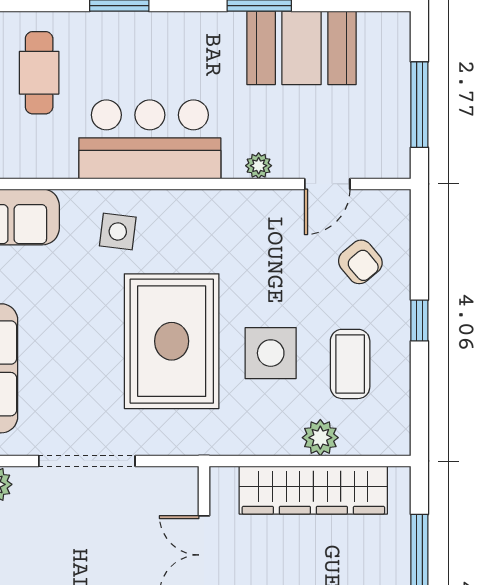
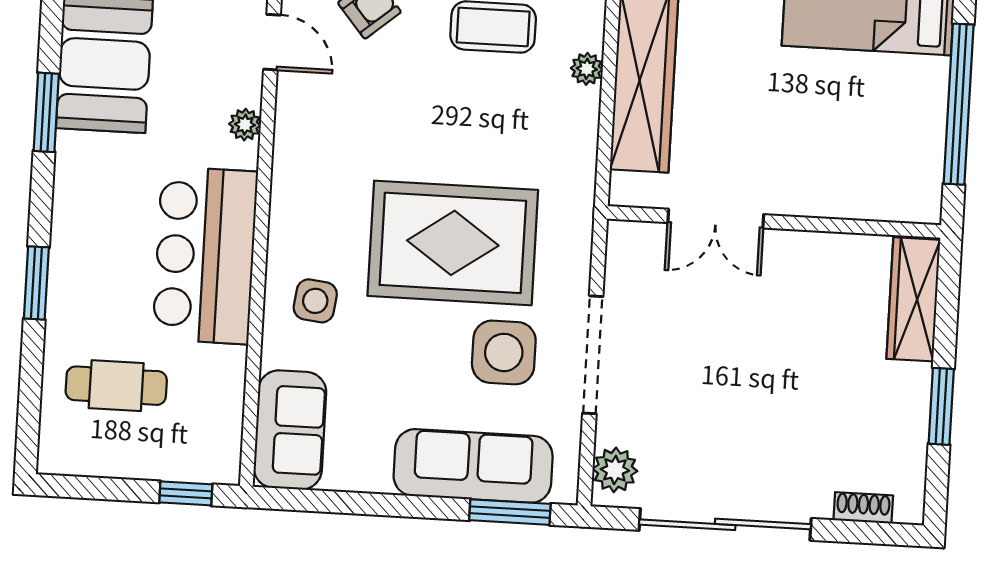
side table: (271, 353) -> (504, 352), moved
plant: (320, 438) -> (587, 69), width x0.73, depth x0.73

